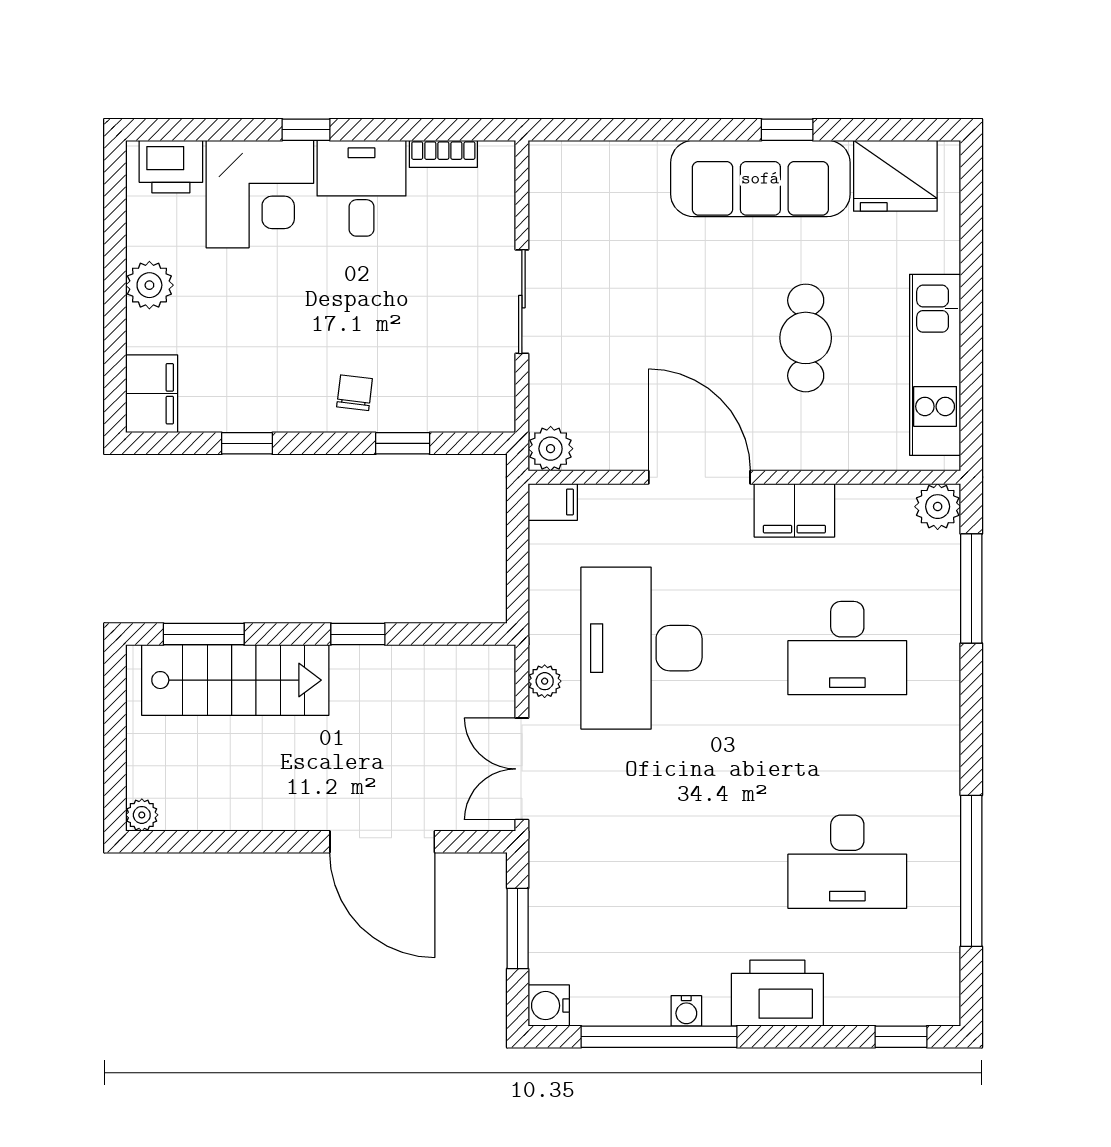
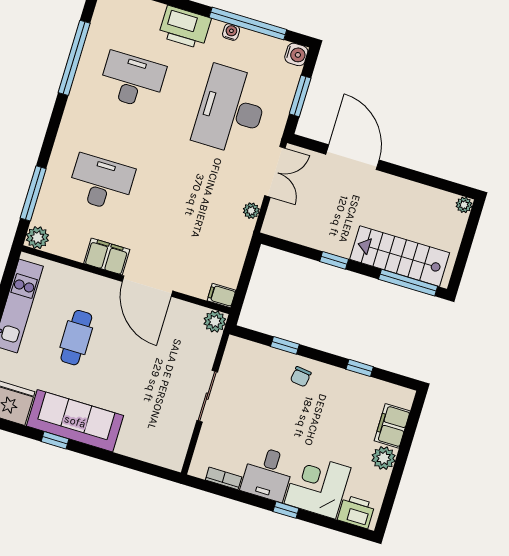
filing cabinet: (152, 394) -> (392, 426), moved
window: (204, 634) -> (408, 283), width x1.44
desk: (642, 648) -> (231, 110), moved, turned 180

